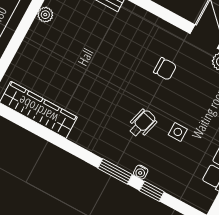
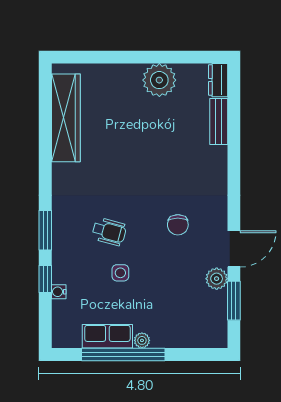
plant: (45, 15) -> (159, 80), width x1.88, depth x1.88
water cooler: (141, 172) -> (59, 292), moved

